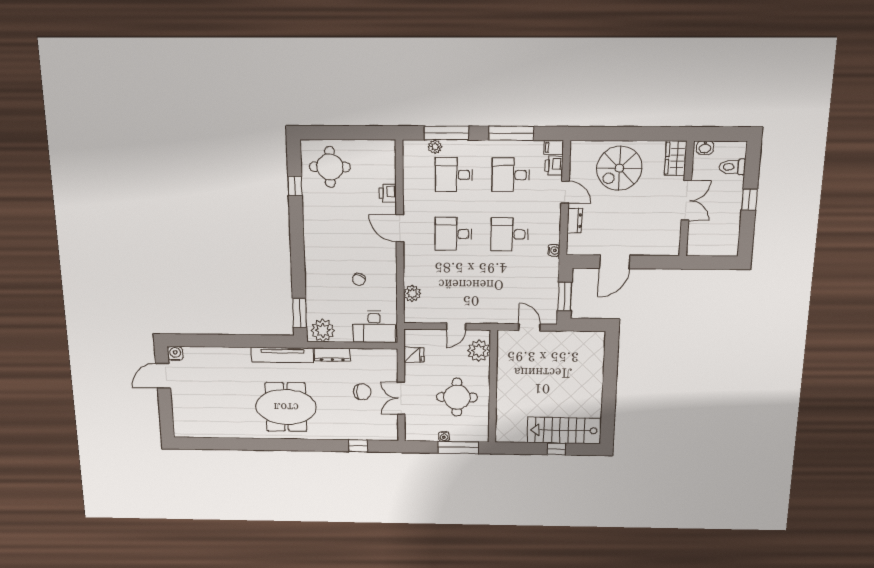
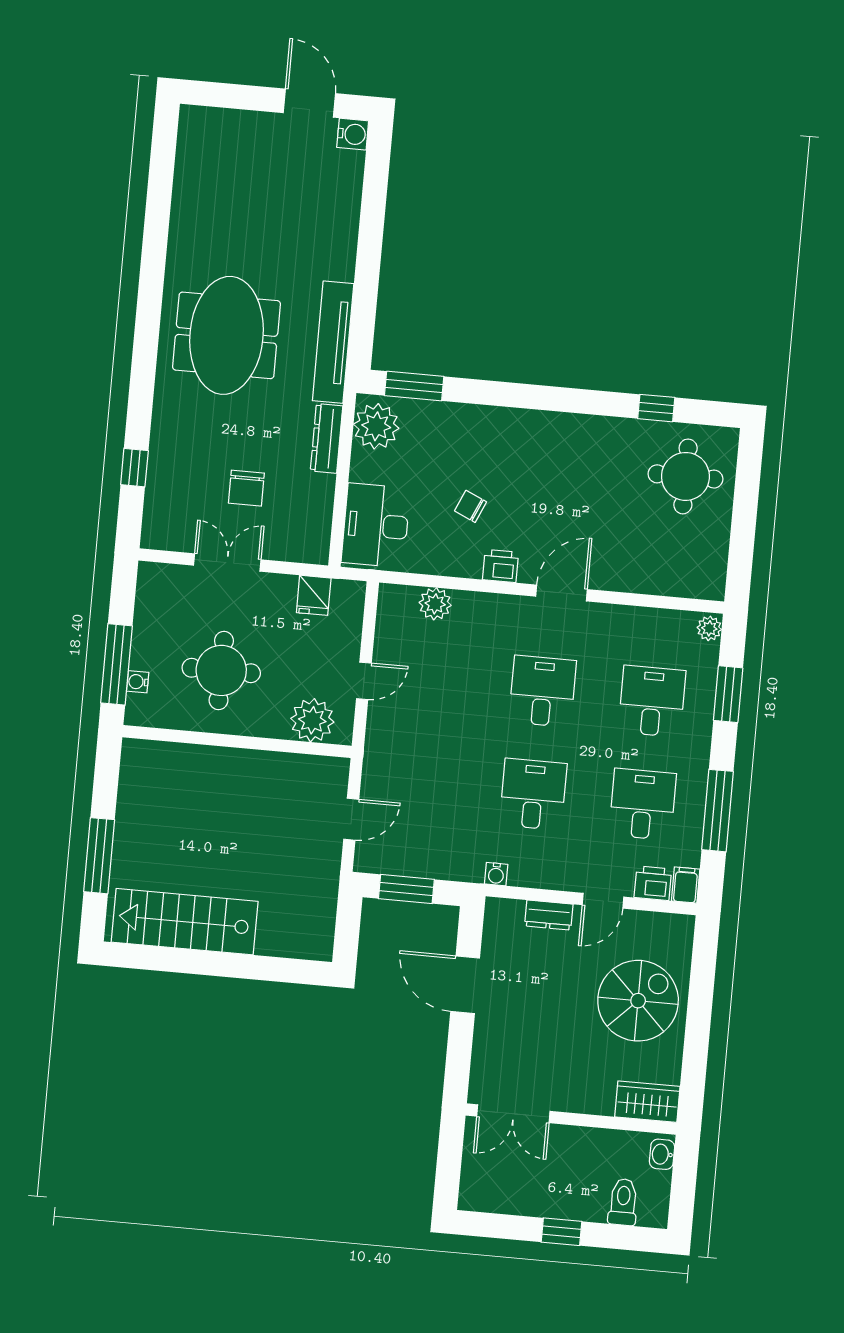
window: (446, 133) -> (728, 694), width x0.69
plant: (435, 147) -> (709, 628), moved
spiral stairs: (619, 168) -> (638, 1001), turned 90
printer: (388, 193) -> (501, 566), moved
double door: (686, 200) -> (513, 1114), moved
door: (456, 327) -> (364, 681), swing flipped
stairs: (564, 430) -> (185, 922), moved, turned -90
water cooler: (444, 437) -> (138, 682), moved
window: (556, 449) -> (99, 856), width x2.17

